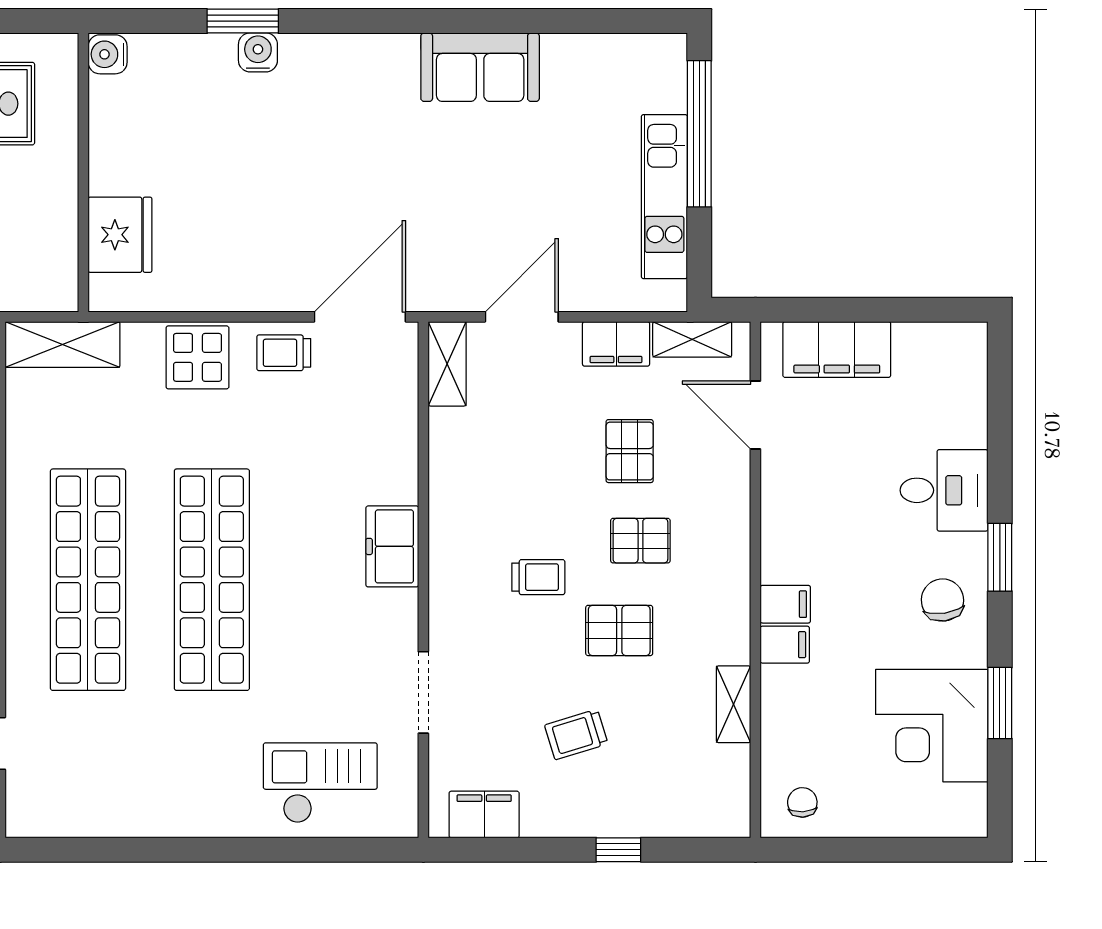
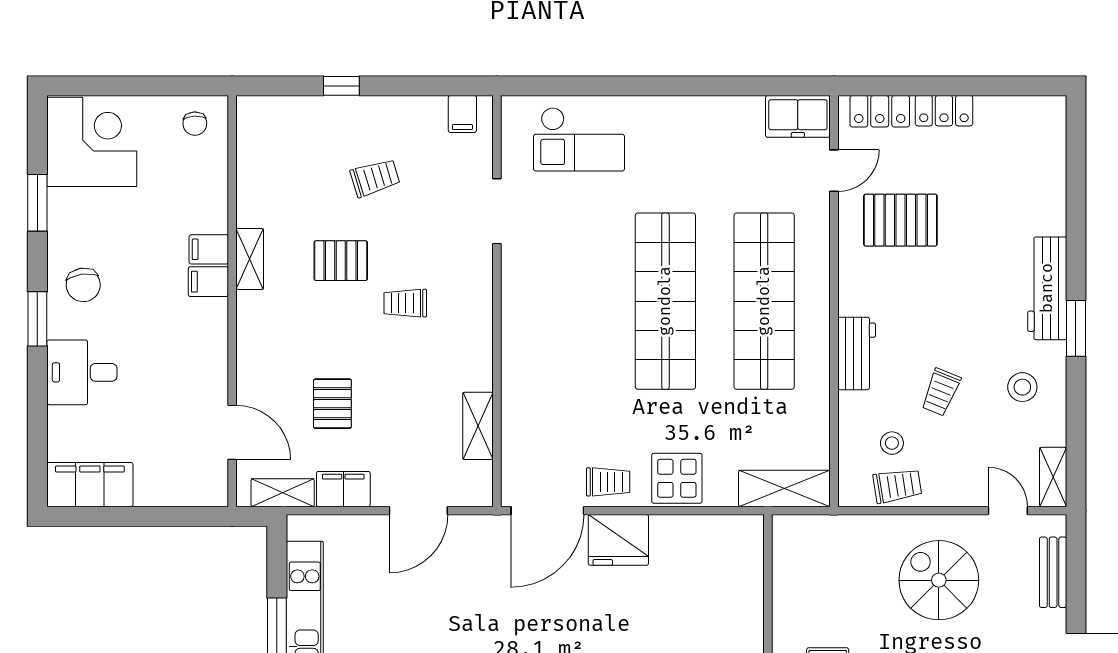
fridge: (120, 235) -> (618, 540), moved, turned -90
filing cabinet: (837, 349) -> (90, 485), moved
shelving: (447, 364) -> (478, 426), moved
pallet: (640, 541) -> (324, 332), removed
freezer: (392, 546) -> (798, 116), moved, turned 90
shelving: (734, 704) -> (250, 259), moved
corner desk: (932, 726) -> (92, 142), moved
filing cabinet: (484, 815) -> (462, 114), width x0.50

